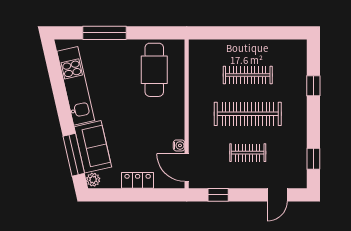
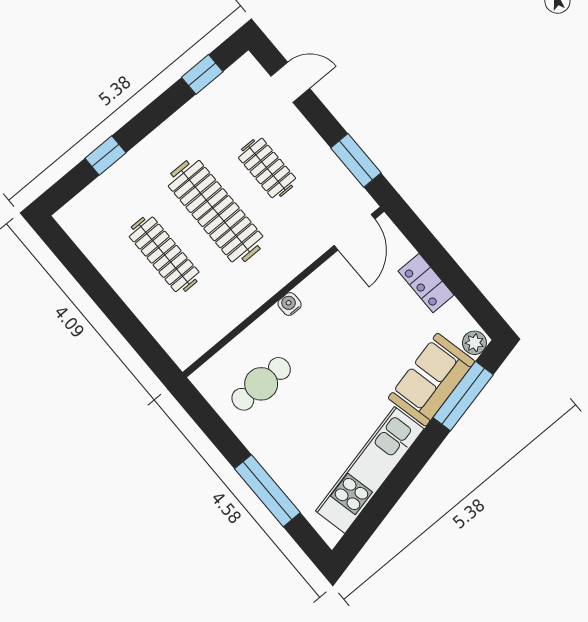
cafe table: (154, 70) -> (261, 384), width x0.73, depth x0.74
water cooler: (179, 145) -> (290, 304), moved
window: (218, 195) -> (356, 160), width x1.50

